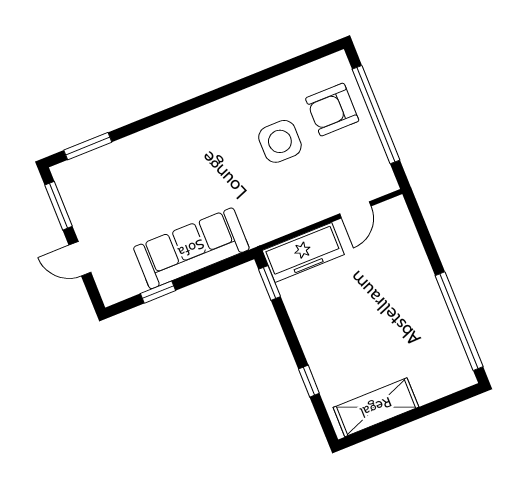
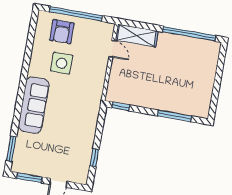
sofa: (191, 248) -> (34, 105), moved, turned 180
freezer: (303, 252) -> (117, 83), removed
window: (309, 381) -> (175, 116), width x2.17
shelving: (376, 407) -> (137, 36), moved, turned 90

